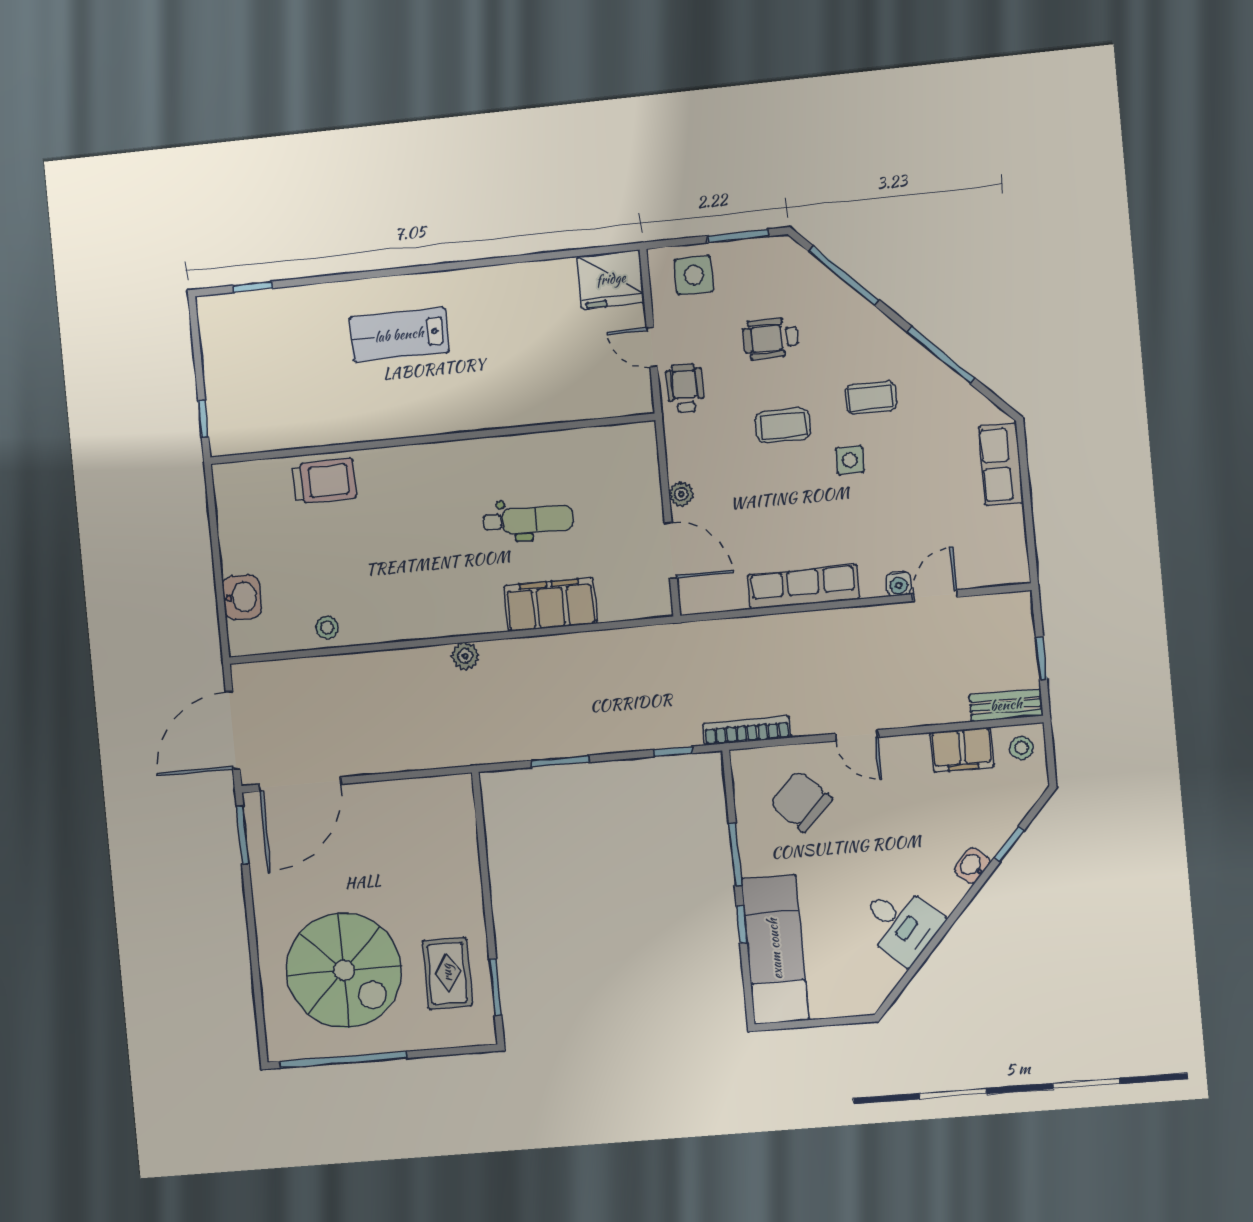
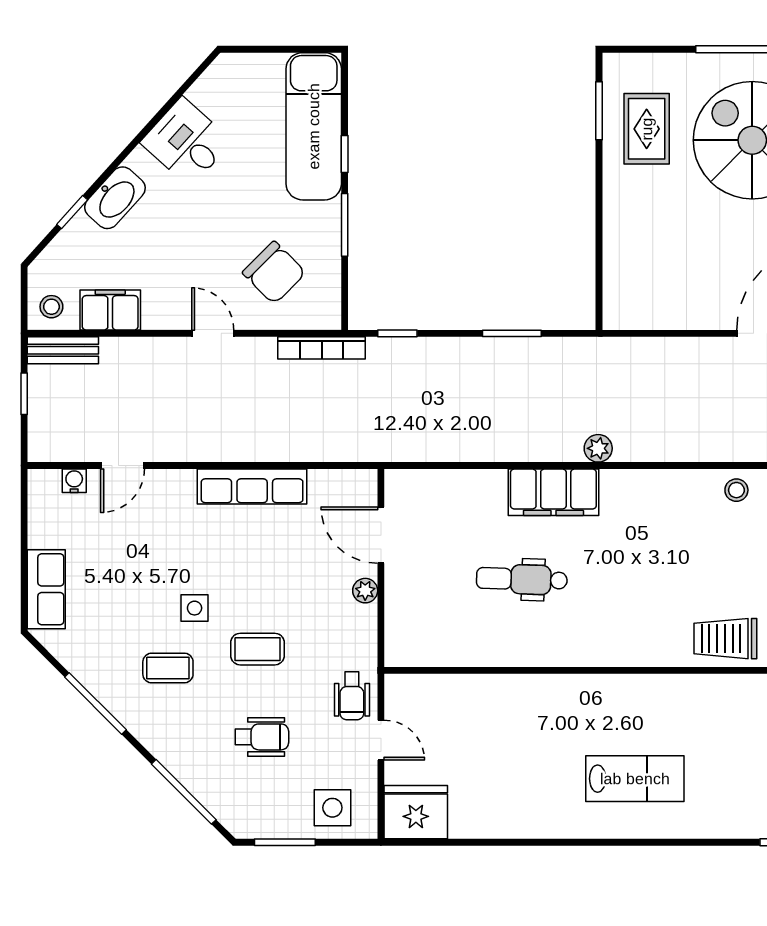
water cooler: (899, 584) -> (74, 481), moved
filing cabinet: (551, 604) -> (553, 492), moved
washbasin: (972, 866) -> (115, 198), width x1.91, depth x1.45

